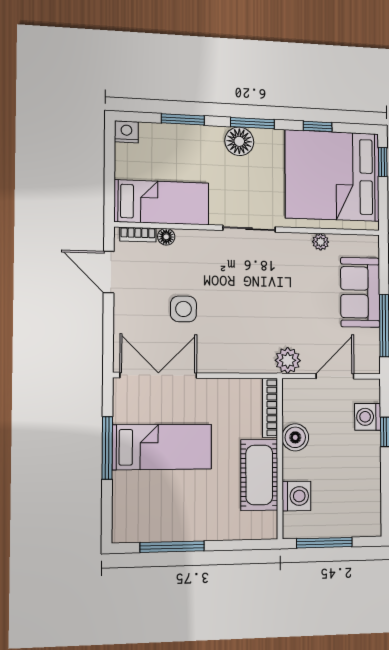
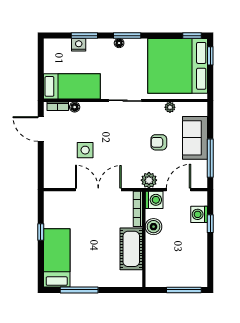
window: (318, 126) -> (192, 36), moved
nightstand: (126, 132) -> (79, 45), moved
floor lamp: (239, 141) -> (119, 43), width x0.53, depth x0.53
armchair: (303, 298) -> (159, 142), added
double door: (158, 375) -> (98, 190), moved
bed: (162, 447) -> (57, 258), moved, turned -90
window: (107, 448) -> (41, 232), width x0.46
washing machine: (296, 496) -> (154, 200), moved
window: (324, 543) -> (184, 290), moved

